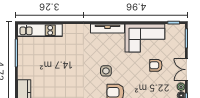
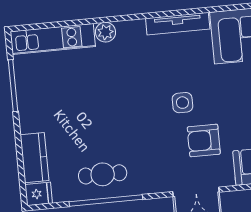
plant: (68, 29) -> (106, 32), added

